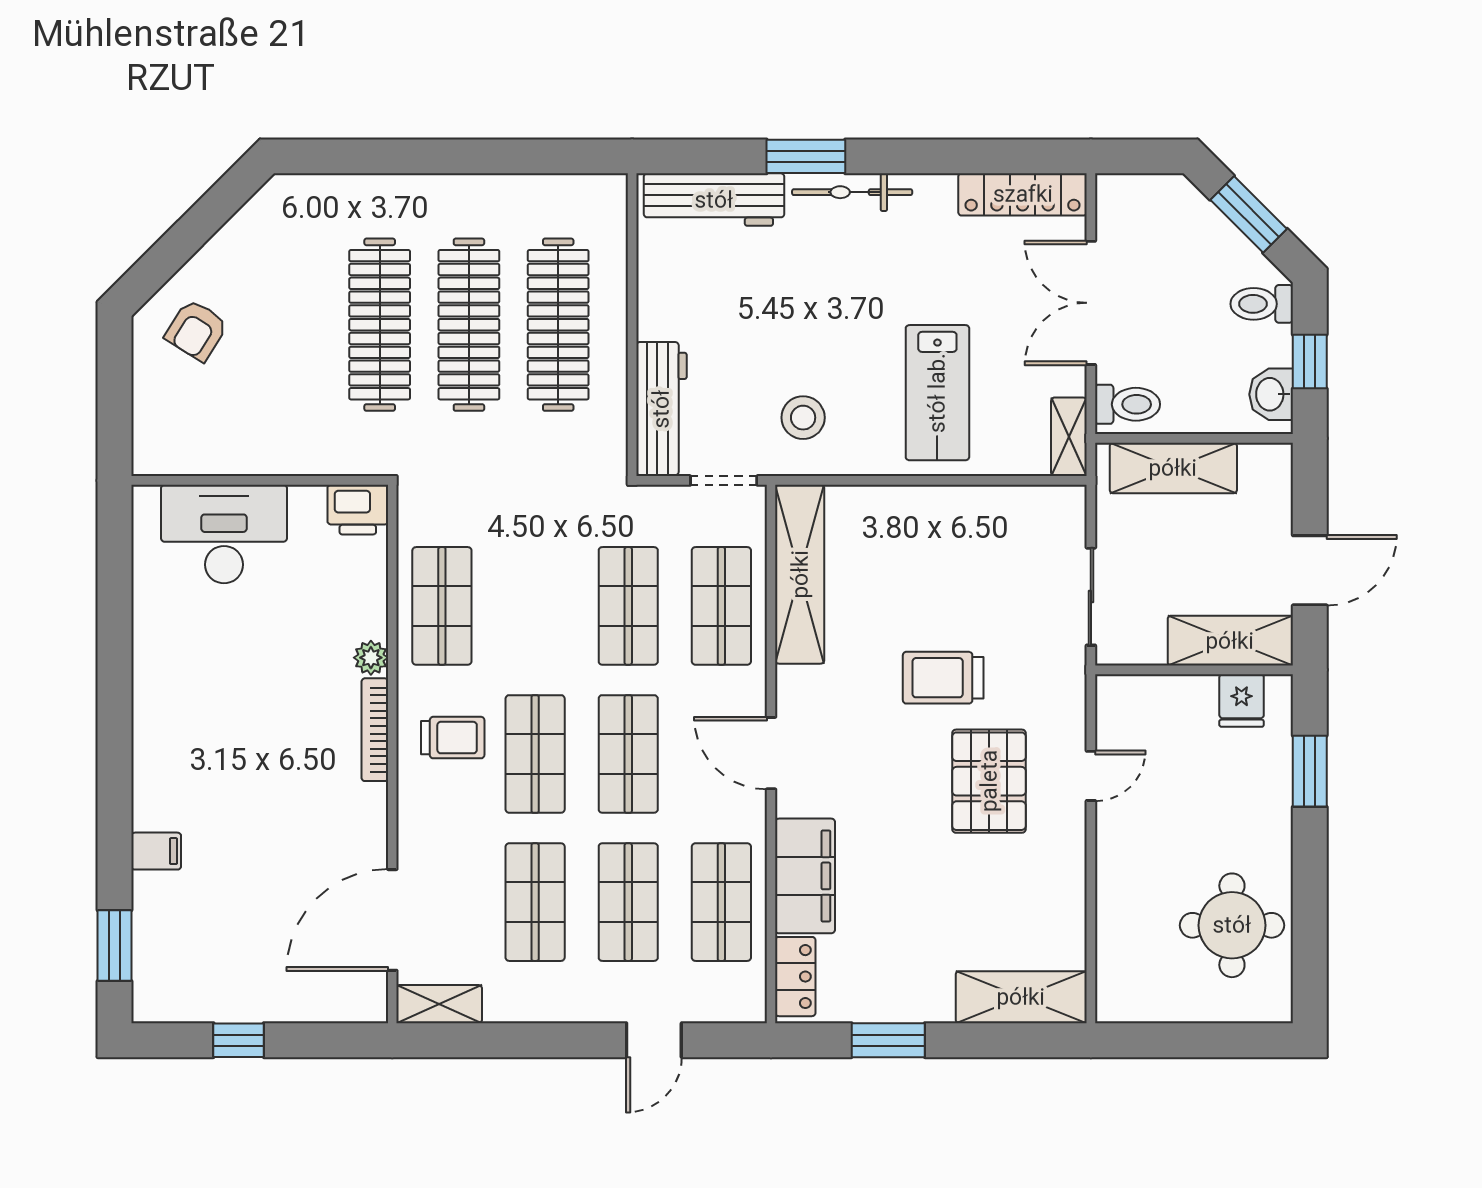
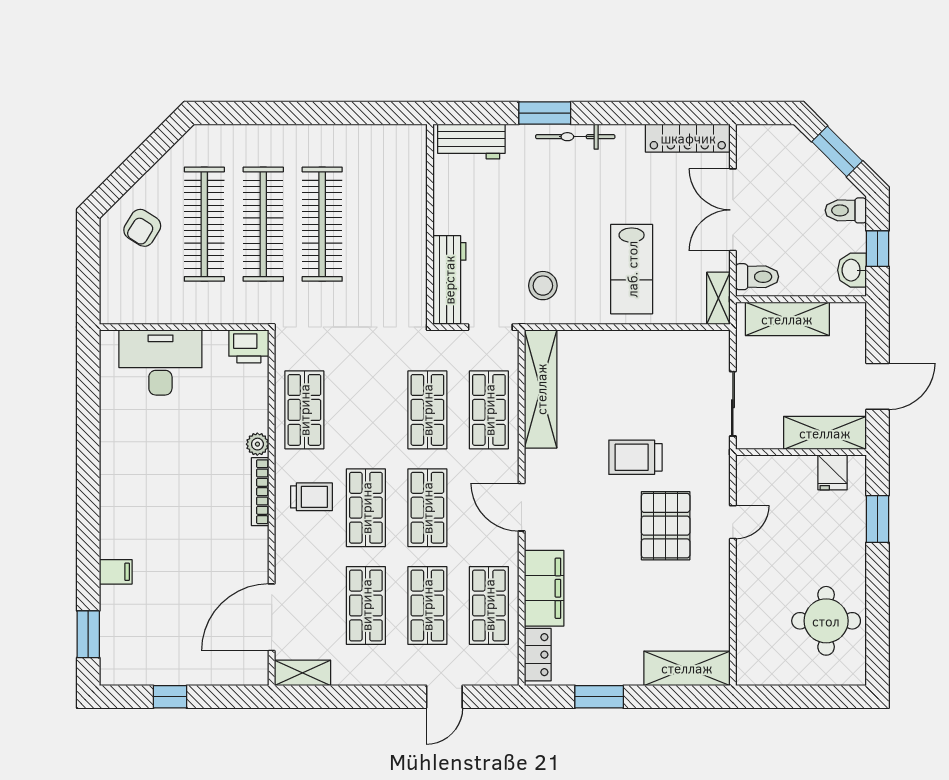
workbench: (714, 200) -> (471, 142), width x0.73
clothes rail: (558, 325) -> (204, 224), moved

